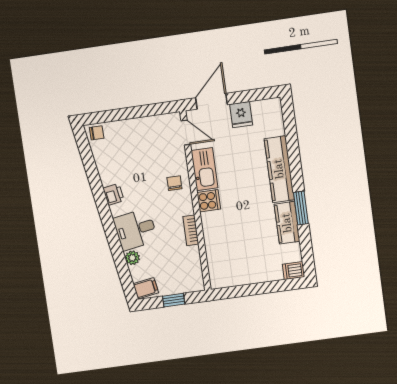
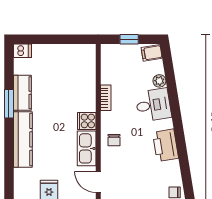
printer: (113, 194) -> (165, 145), width x1.87, depth x1.48

